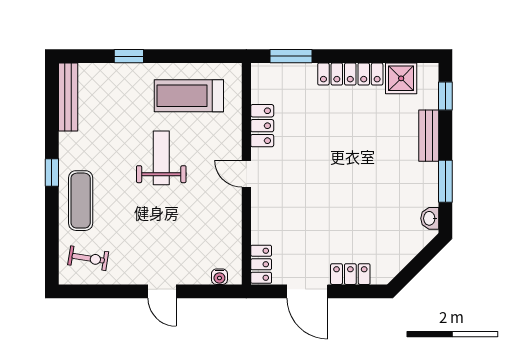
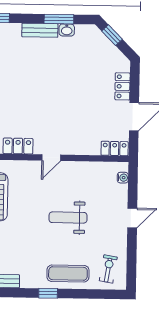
bench: (429, 136) -> (40, 30), moved
weight bench: (161, 158) -> (68, 218), moved
washbasin: (430, 218) -> (67, 30), moved
window: (423, 258) -> (112, 35), added

